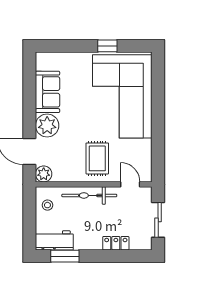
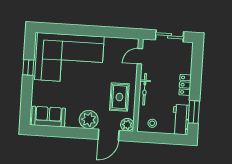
sofa: (48, 92) -> (48, 117), moved
rug: (97, 158) -> (119, 97), moved, turned 90
bicycle: (89, 195) -> (145, 89), width x0.73, depth x0.71
locker: (116, 243) -> (185, 85), moved

